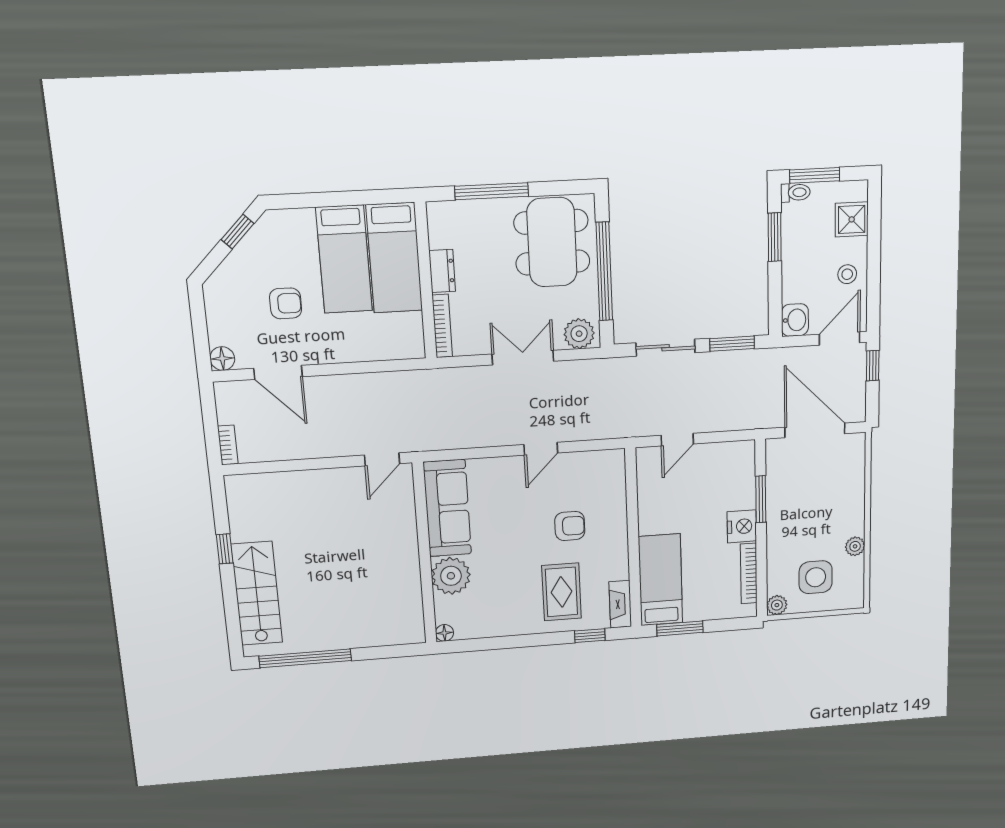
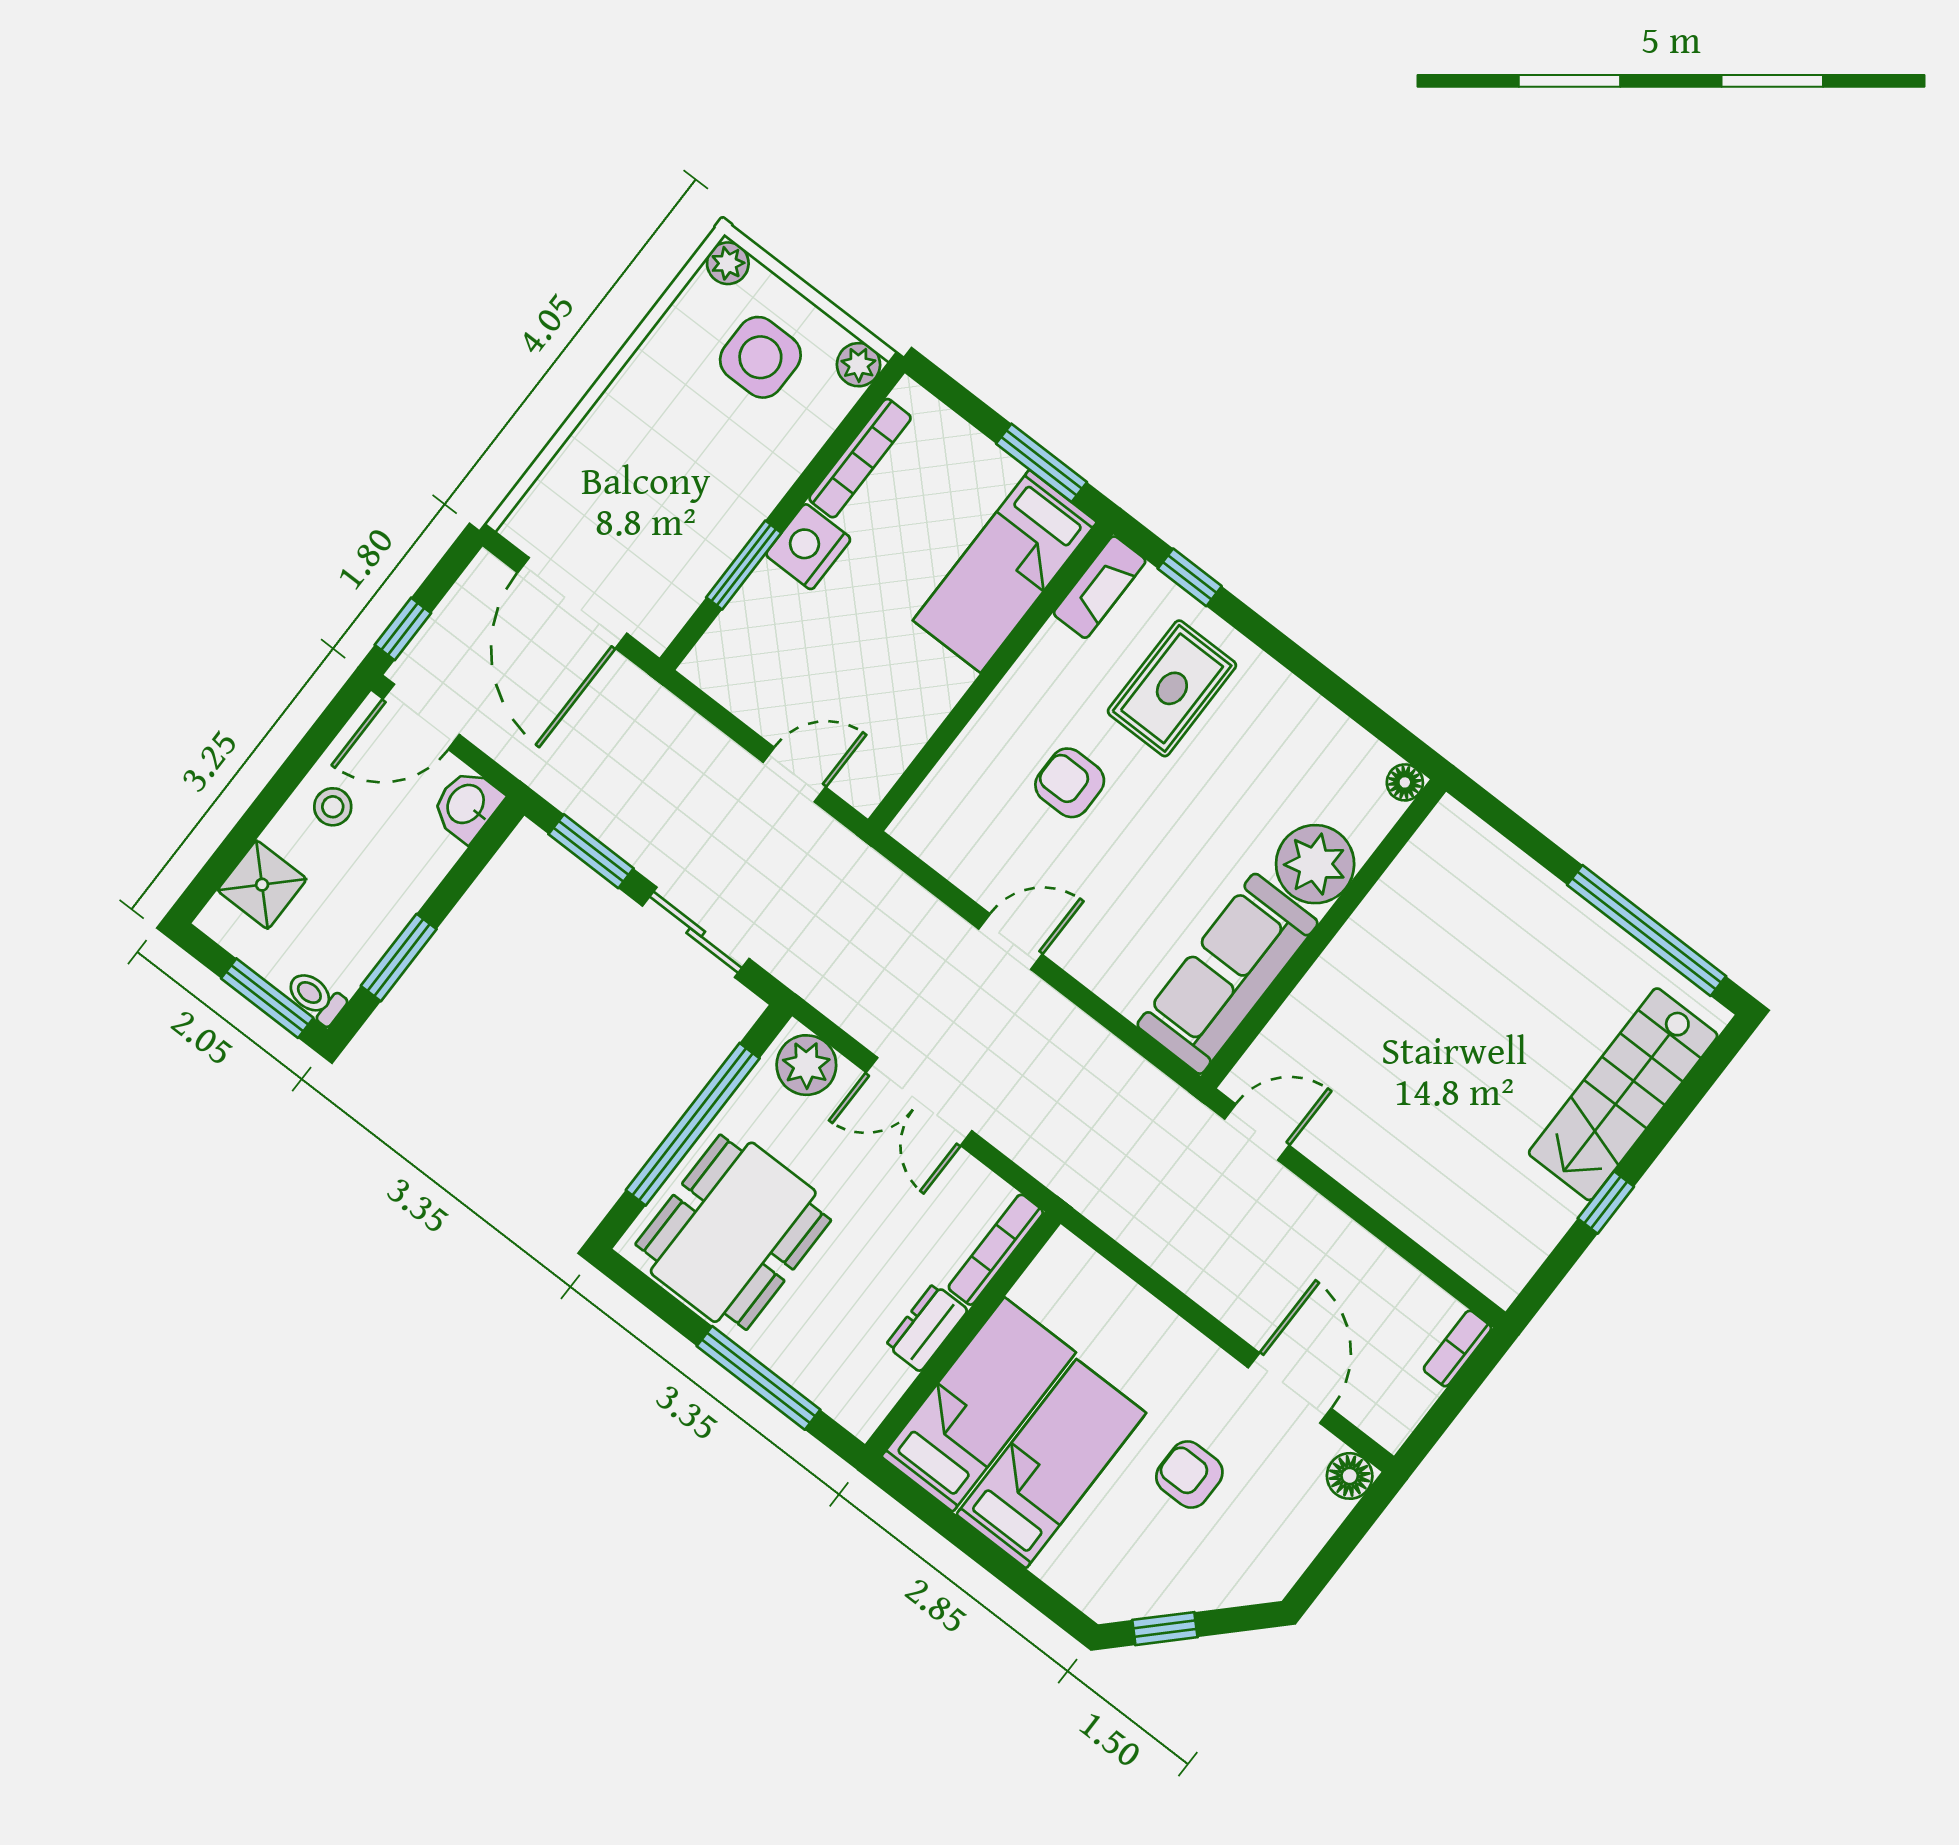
plant: (855, 546) -> (728, 263), moved

